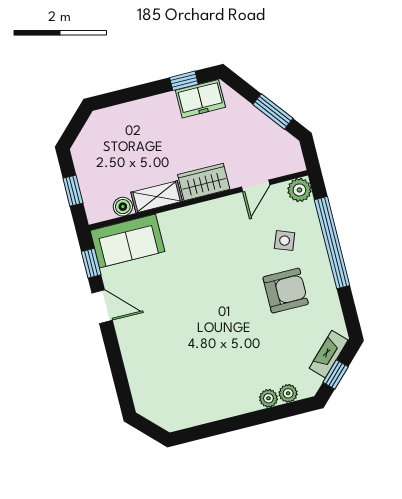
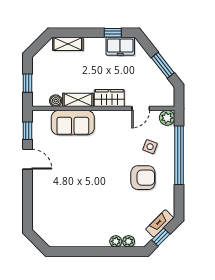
shelving: (120, 115) -> (68, 44), added
sofa: (127, 241) -> (73, 123), moved

